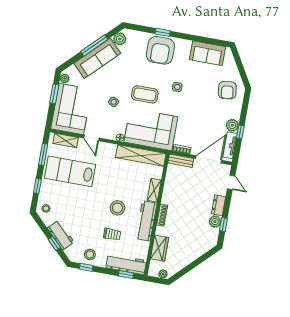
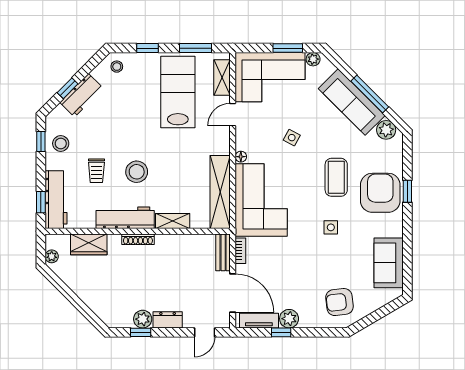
armchair: (160, 50) -> (380, 193), turned 90
coffee table: (145, 94) -> (336, 177), moved

